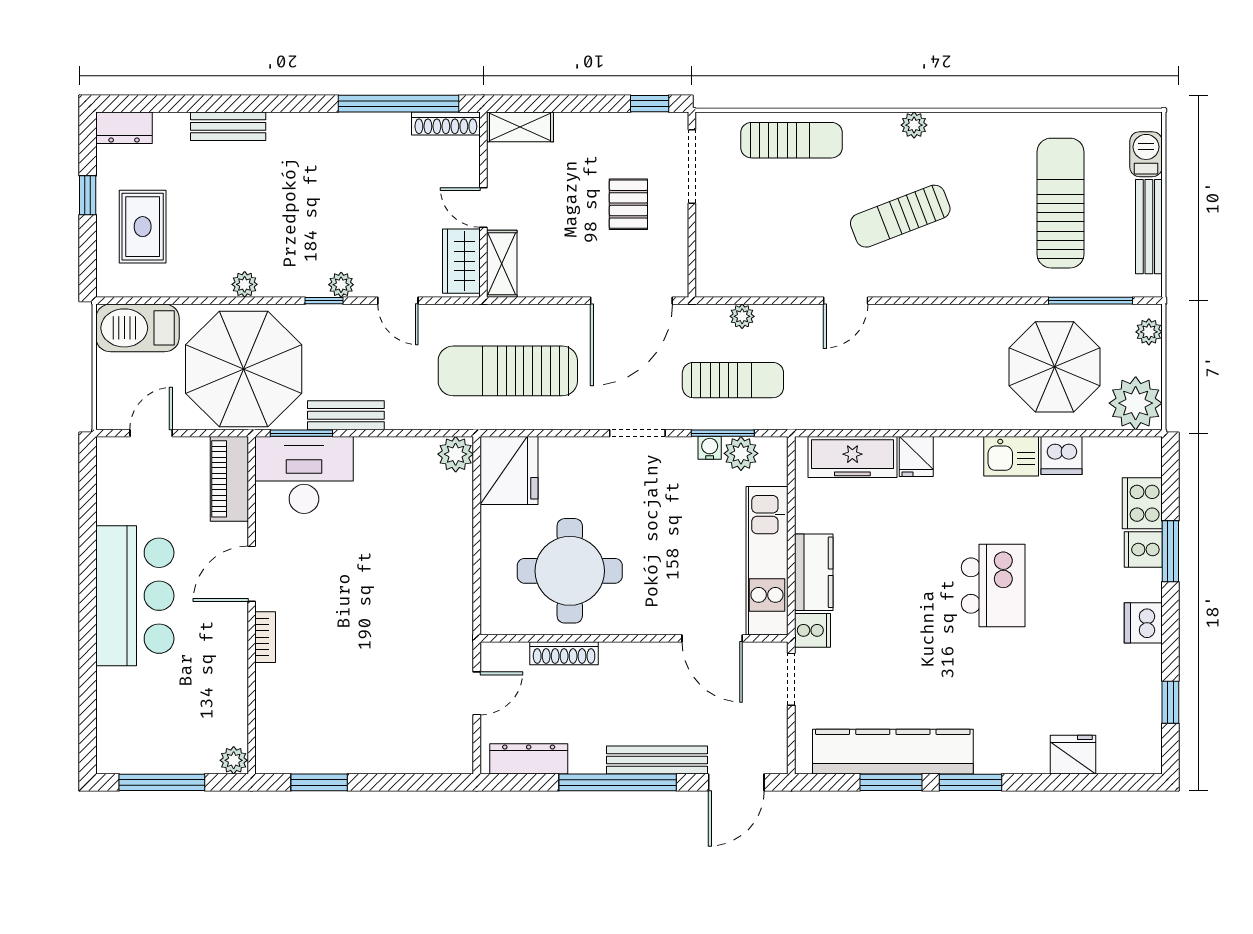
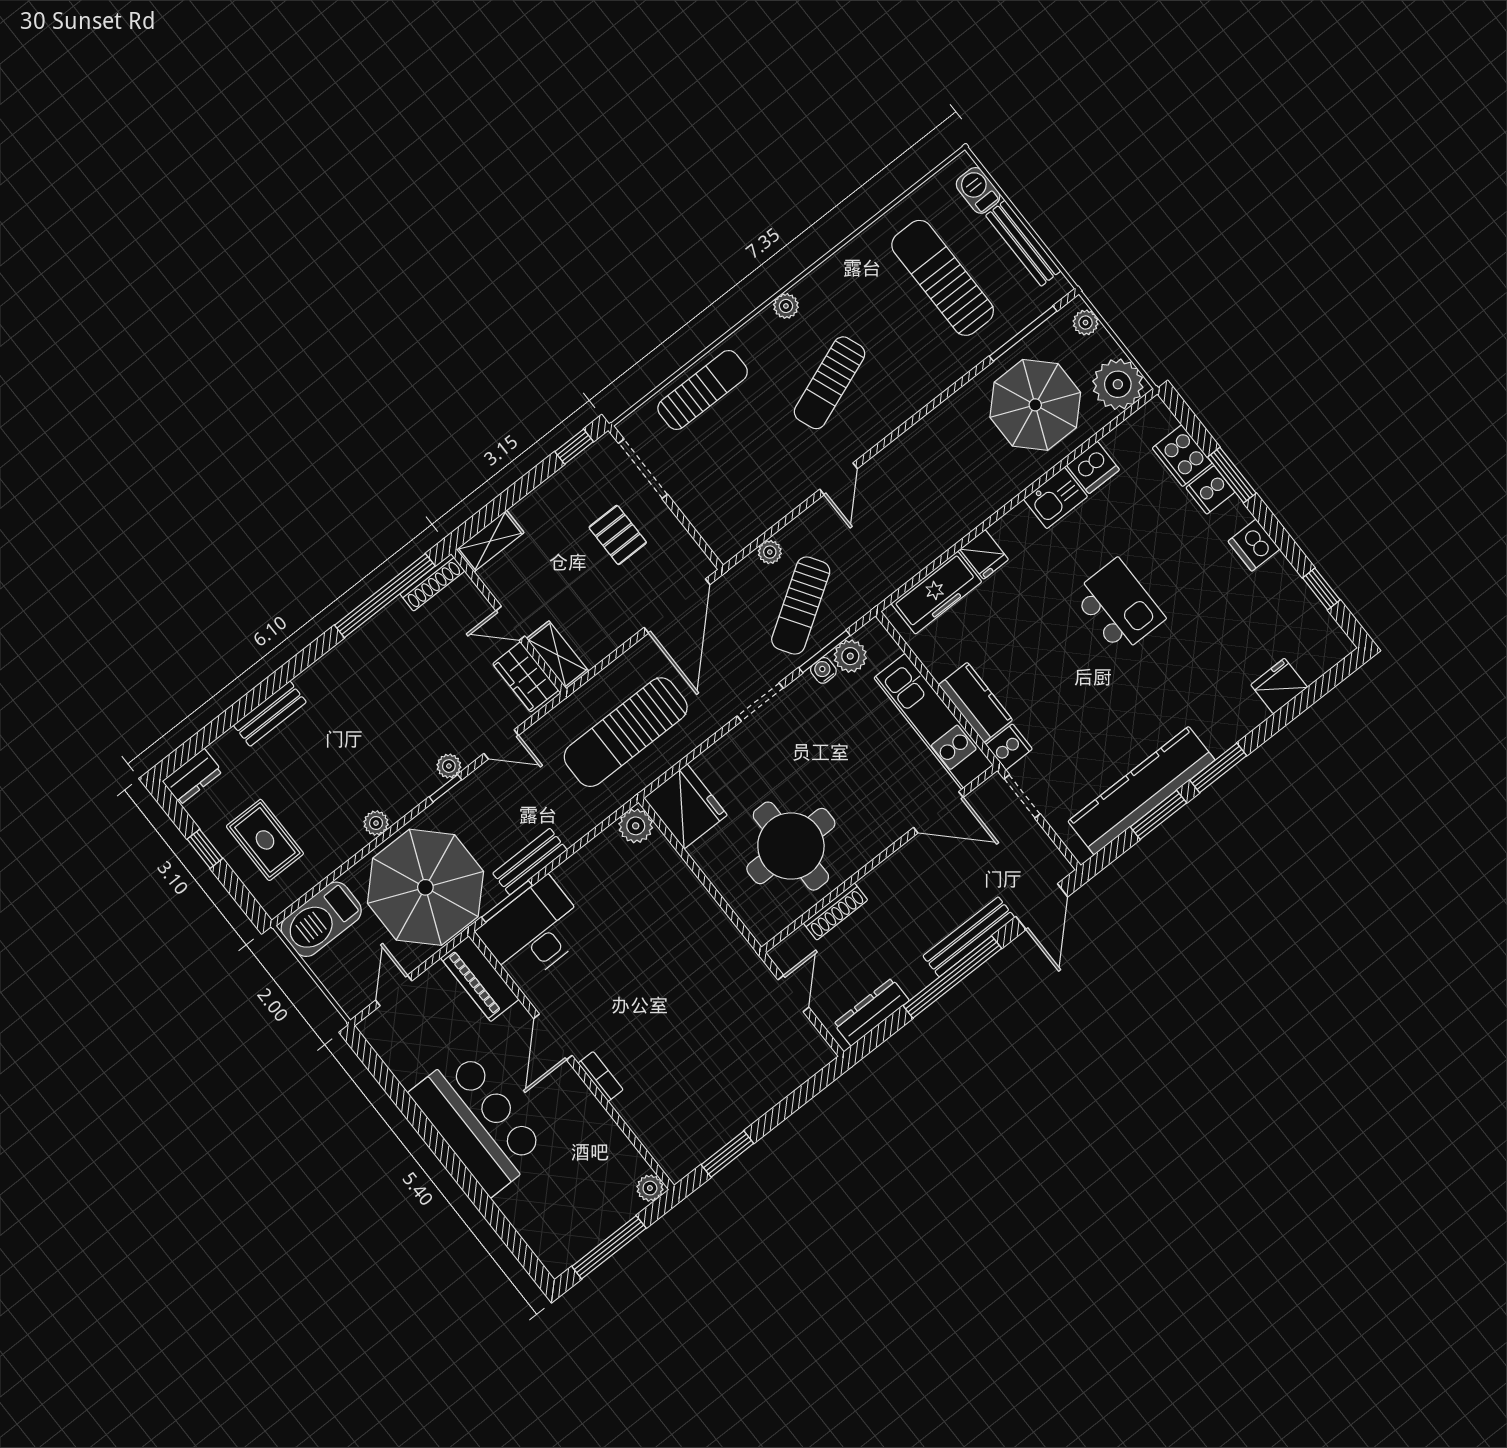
sun lounger: (733, 380) -> (801, 606), turned 147

